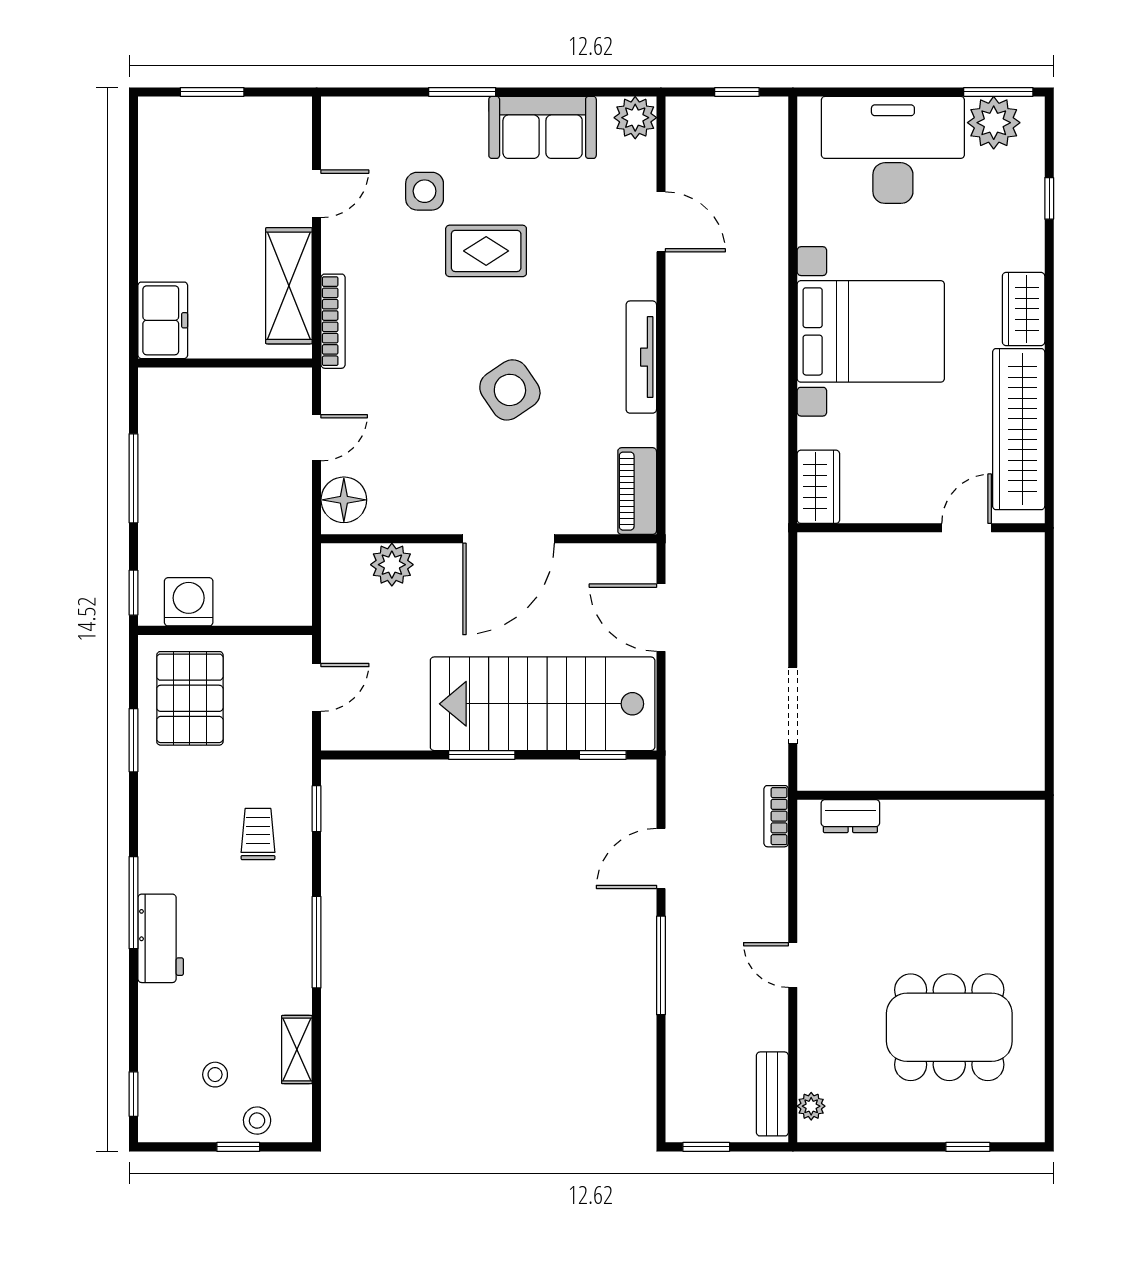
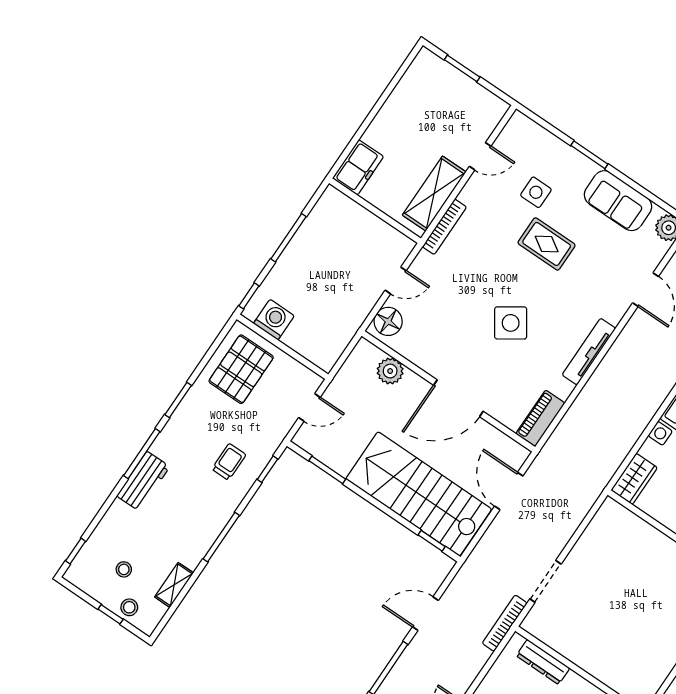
window: (133, 740) -> (178, 400), moved
window: (482, 755) -> (327, 470), moved
bookcase: (776, 816) -> (505, 623), width x1.56
dresser: (850, 816) -> (543, 662), width x1.44

